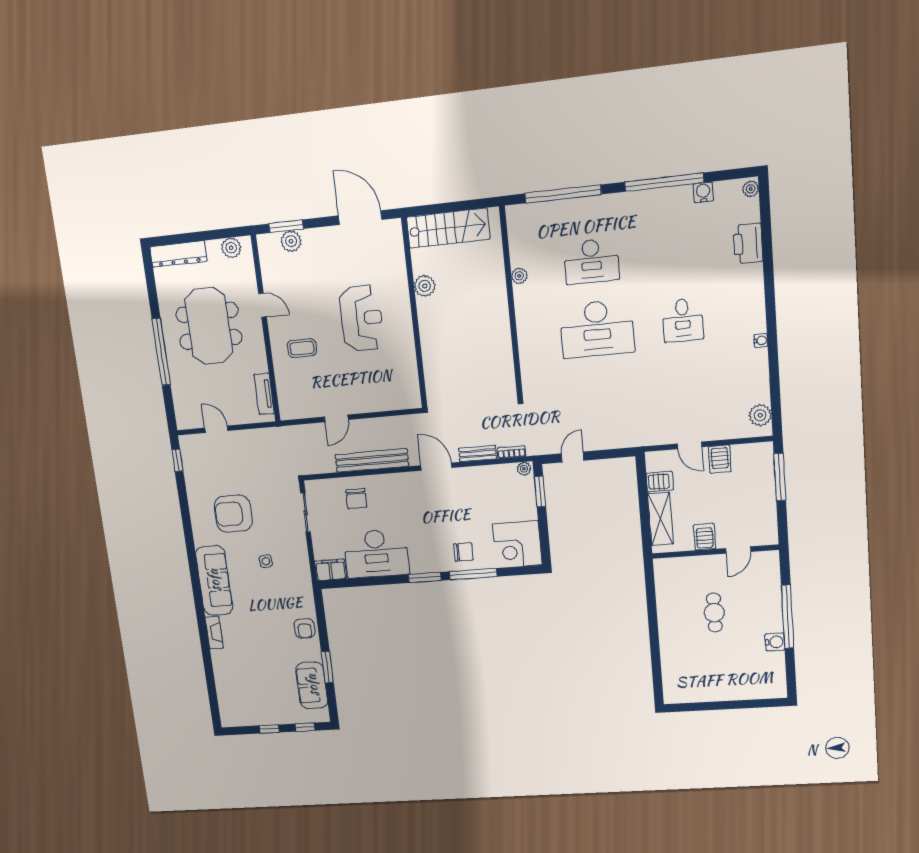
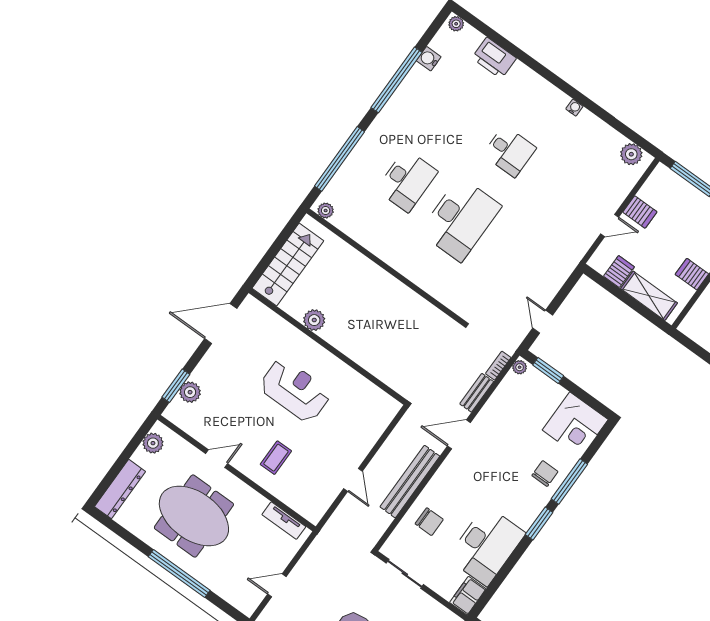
plant: (519, 276) -> (326, 211), moved

